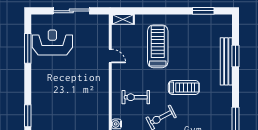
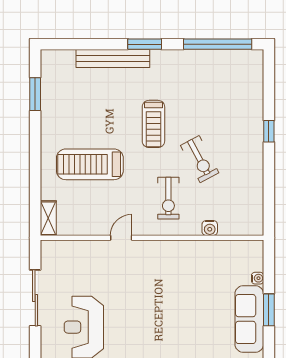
door: (110, 56) -> (121, 238), moved
window: (236, 56) -> (145, 44), moved
treadmill: (184, 88) -> (153, 124), turned 180

